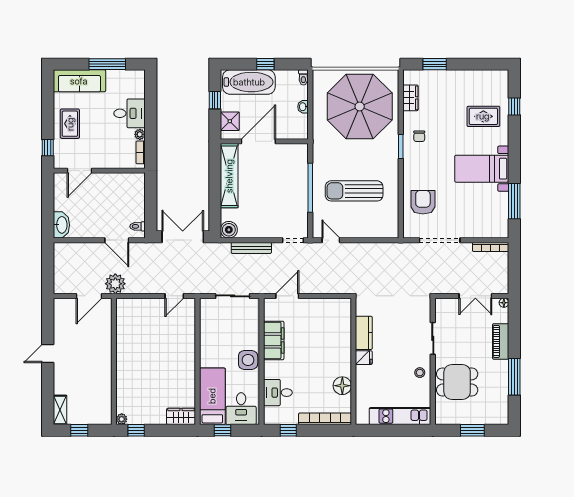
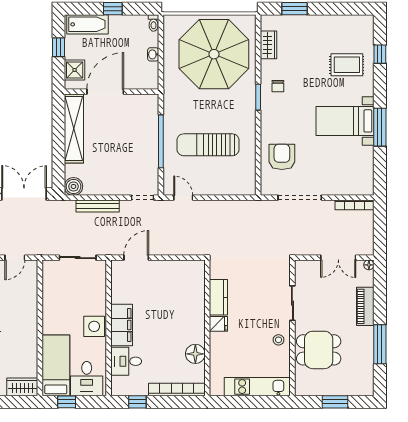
bathtub: (249, 82) -> (88, 24), width x0.73, depth x0.73
window: (514, 201) -> (380, 127), moved
filing cabinet: (274, 340) -> (122, 325), moved

